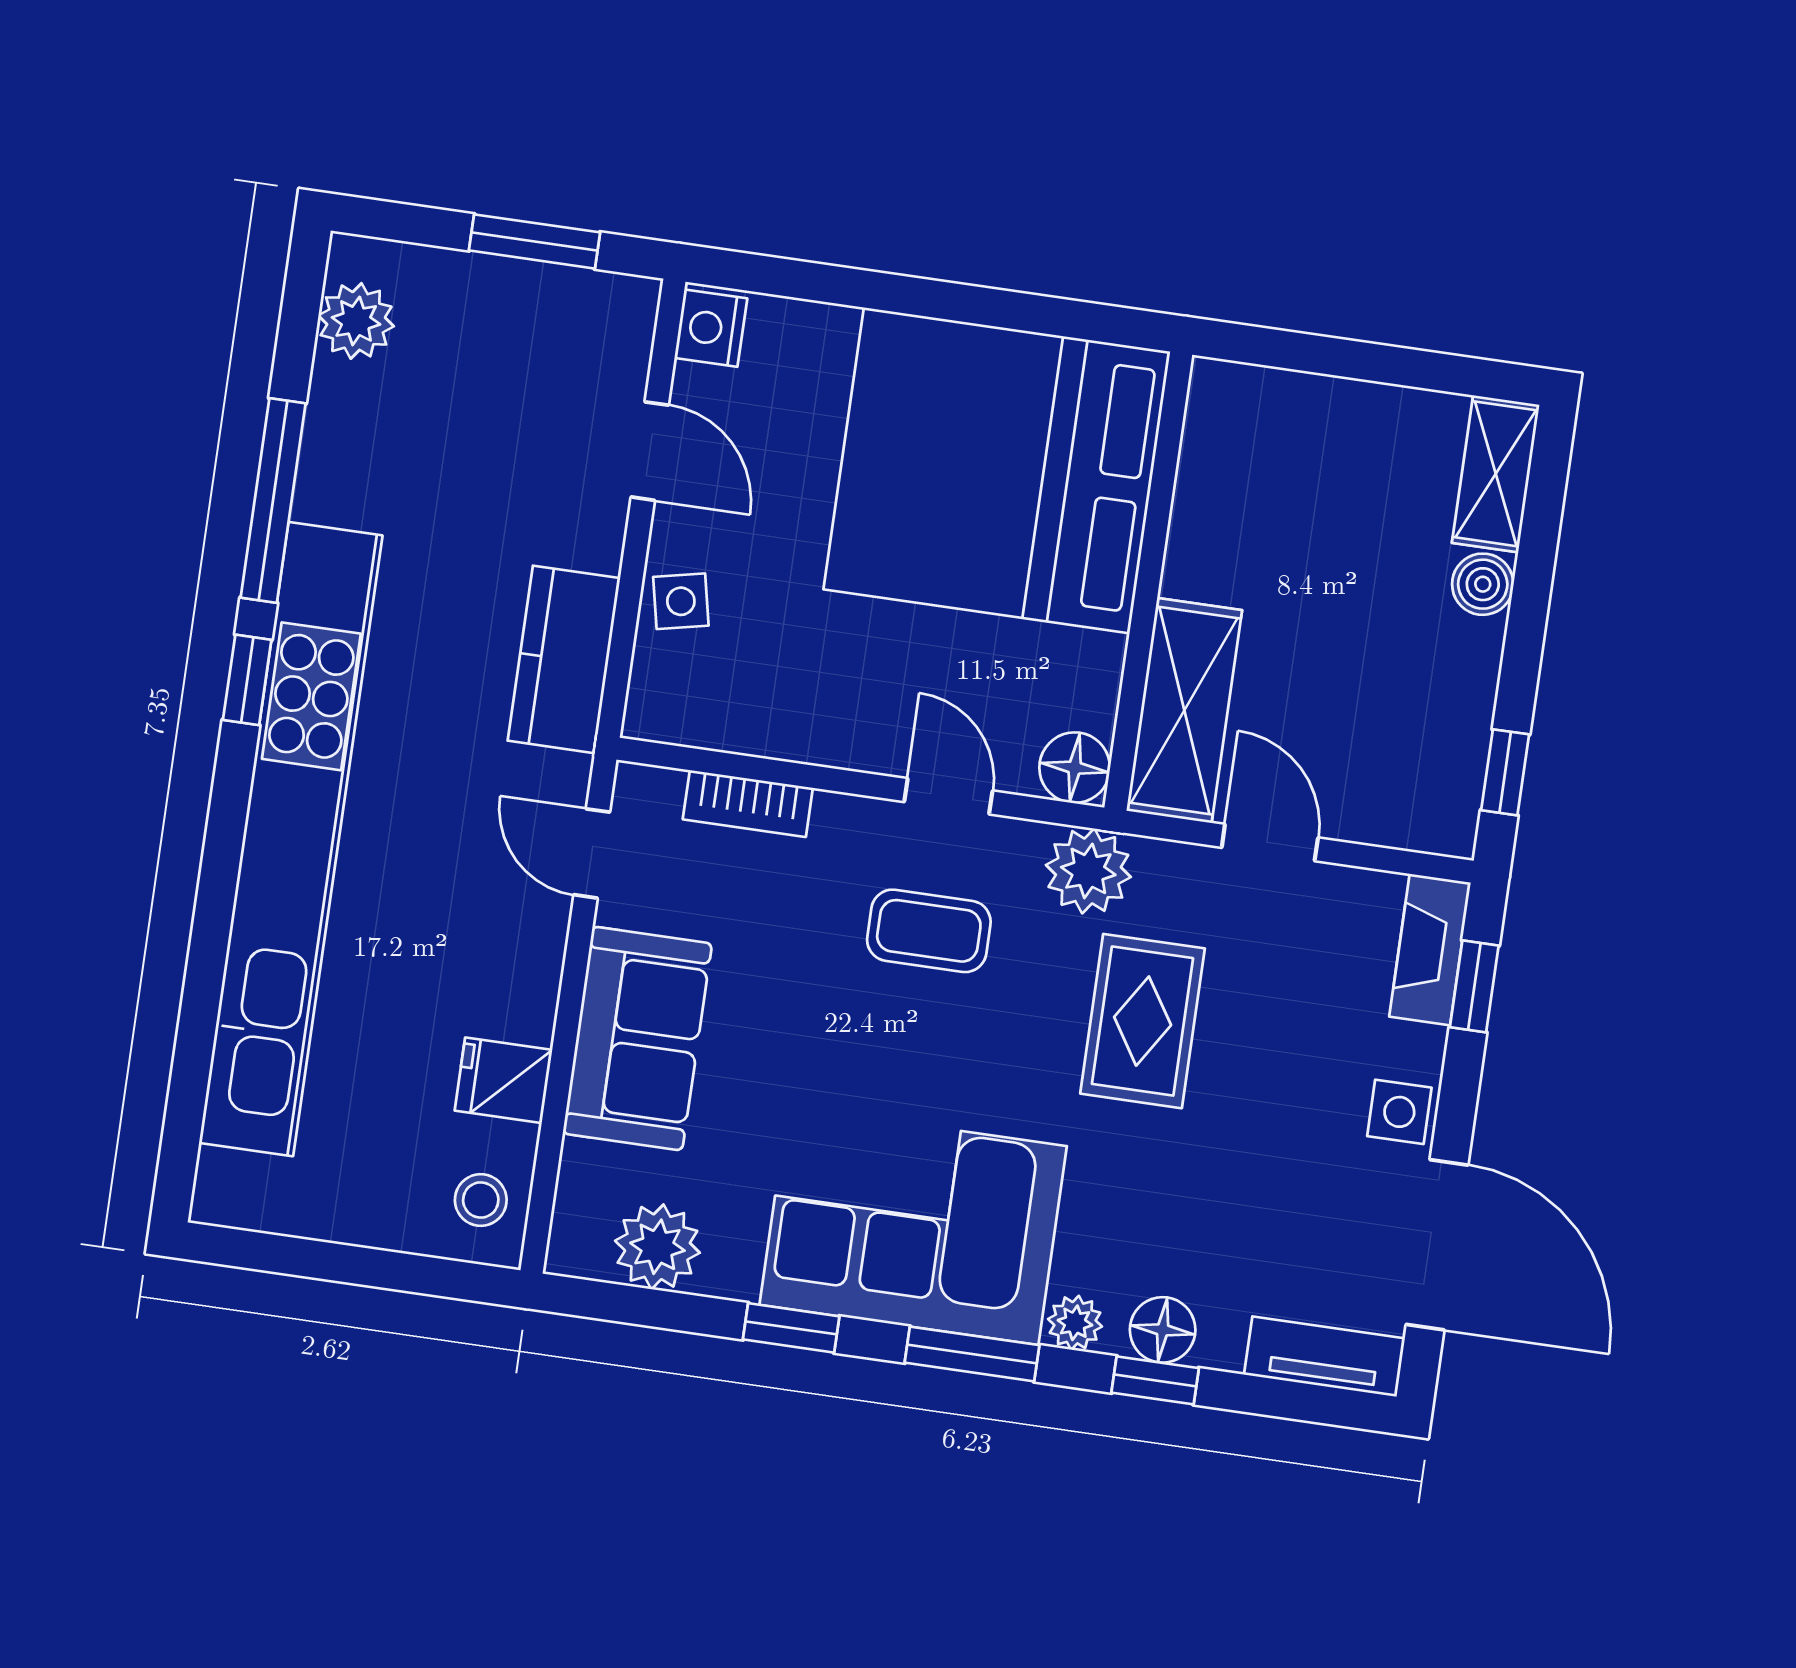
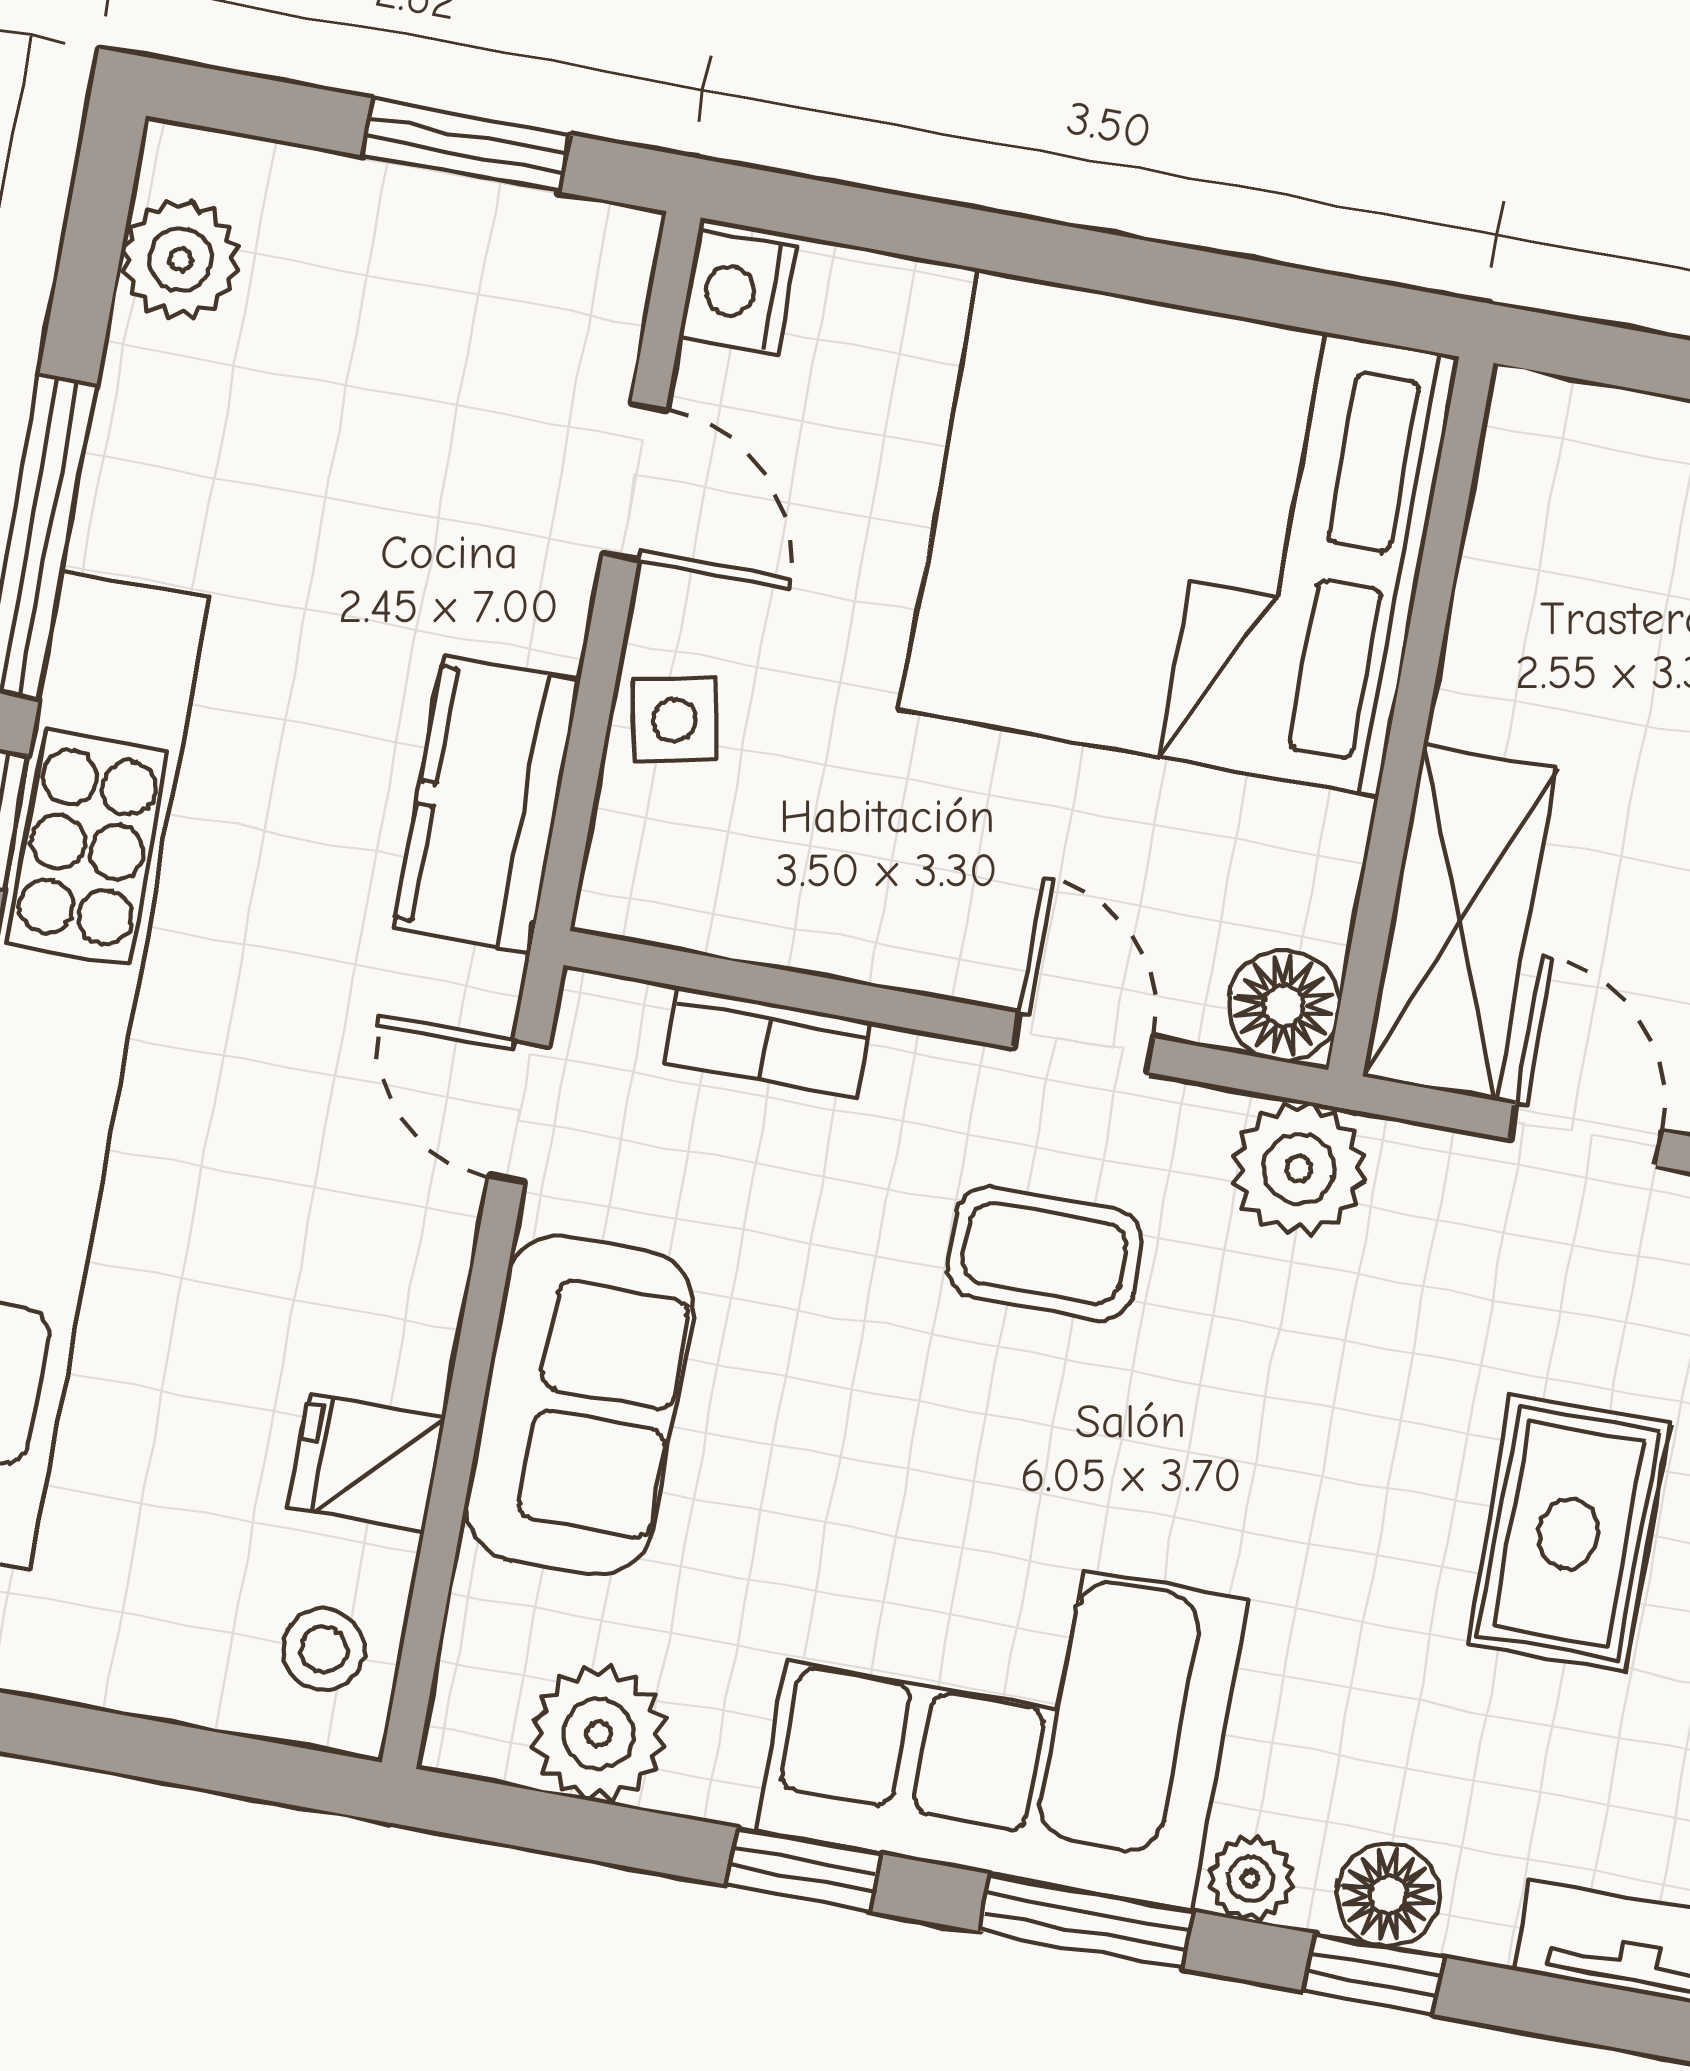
rug: (1143, 1021) -> (1568, 1534), moved

